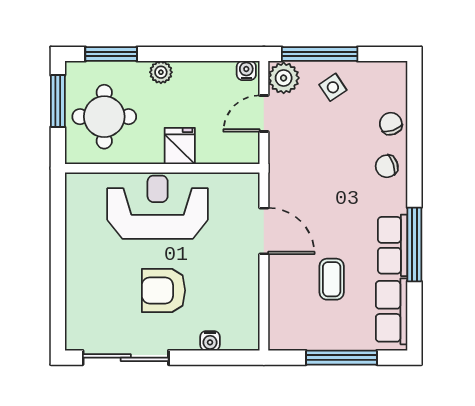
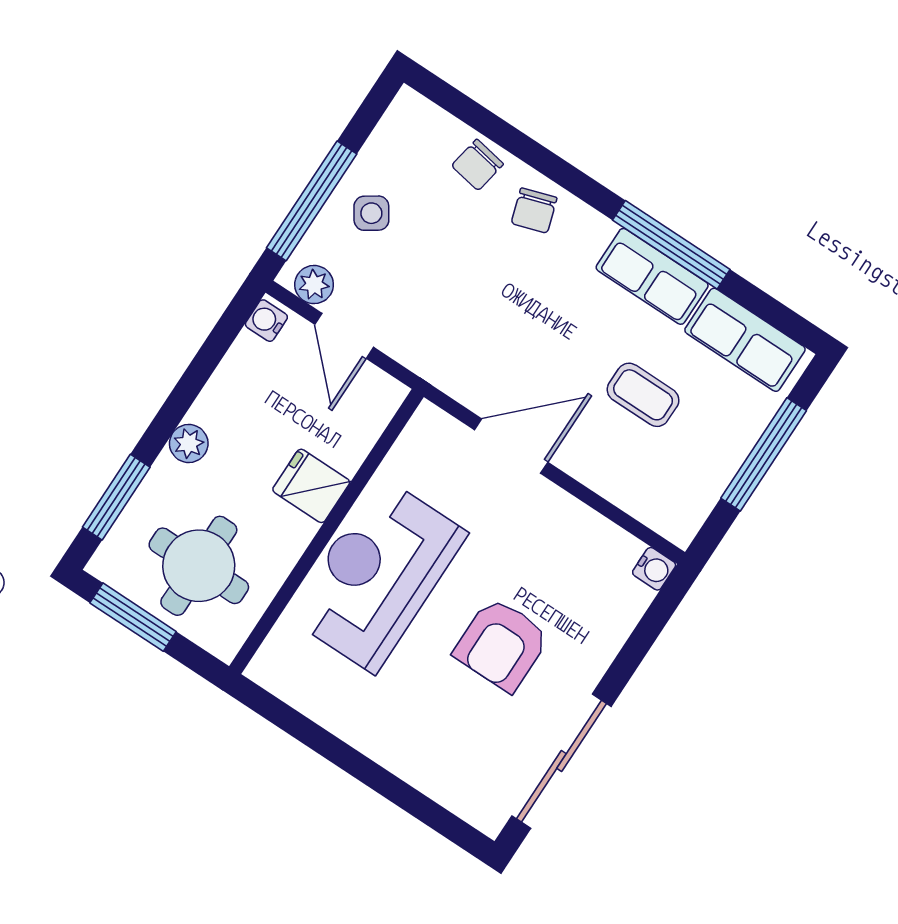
plant: (284, 78) -> (314, 285), width x0.73, depth x0.73
chair: (391, 124) -> (477, 165), turned -61
water cooler: (210, 341) -> (654, 569), moved

